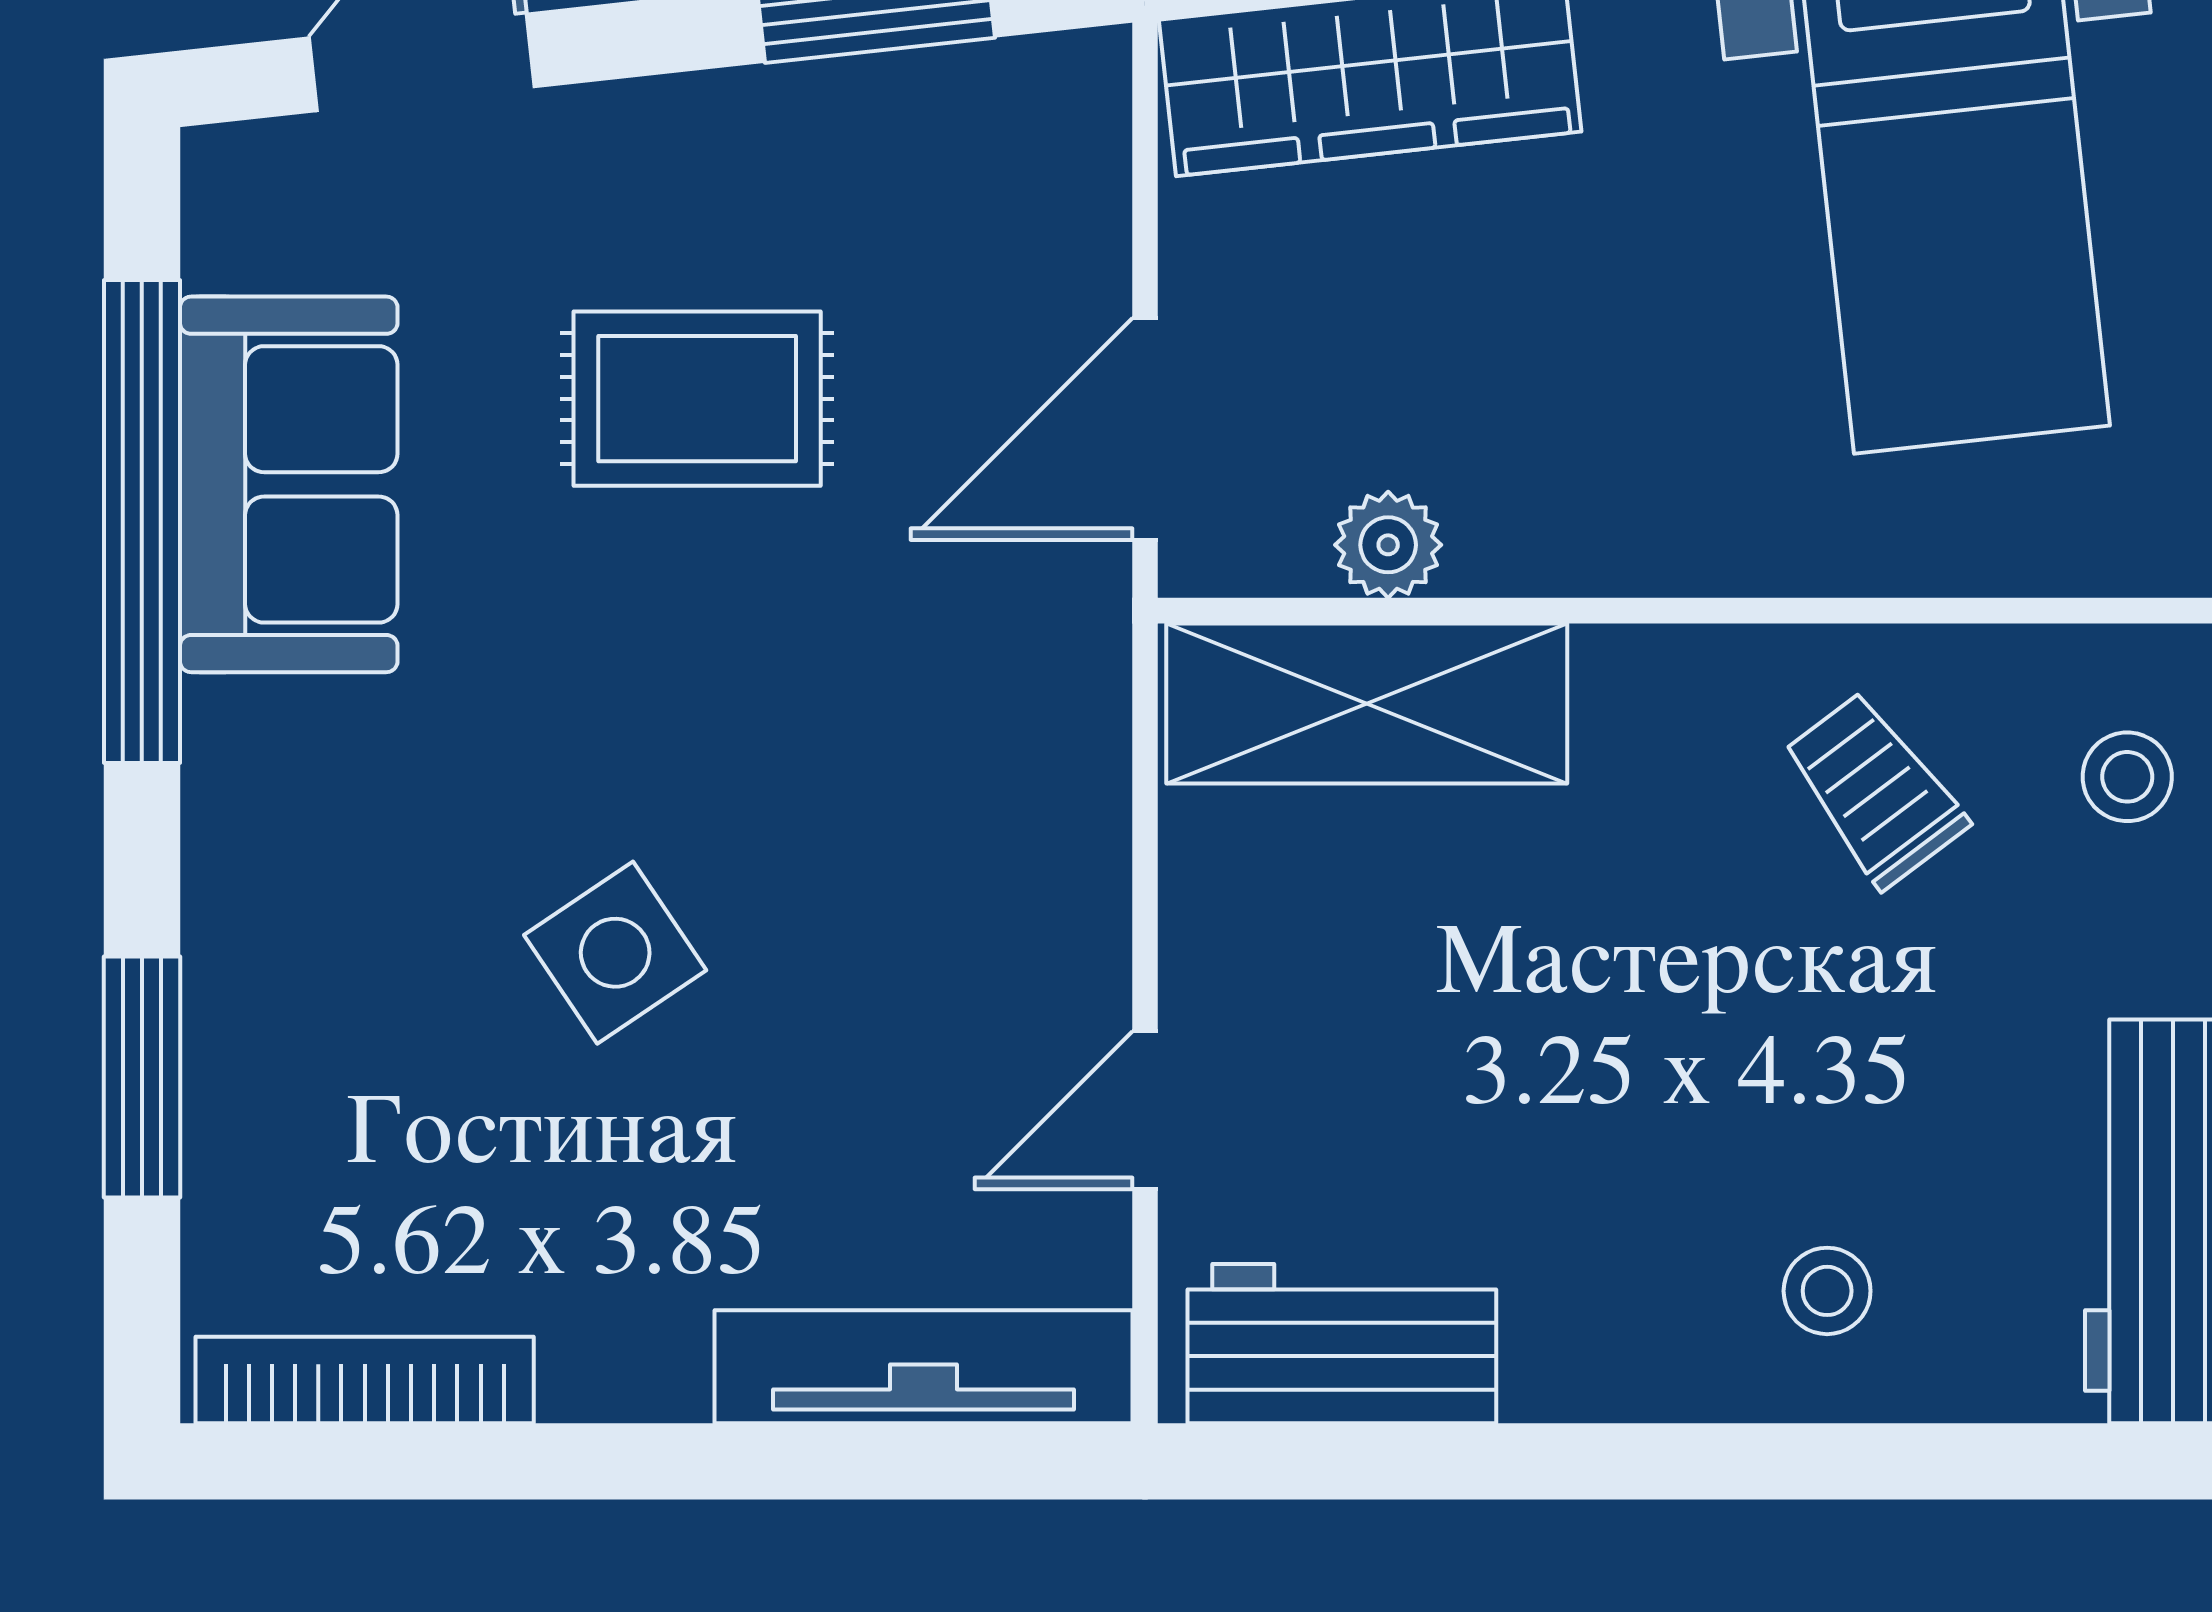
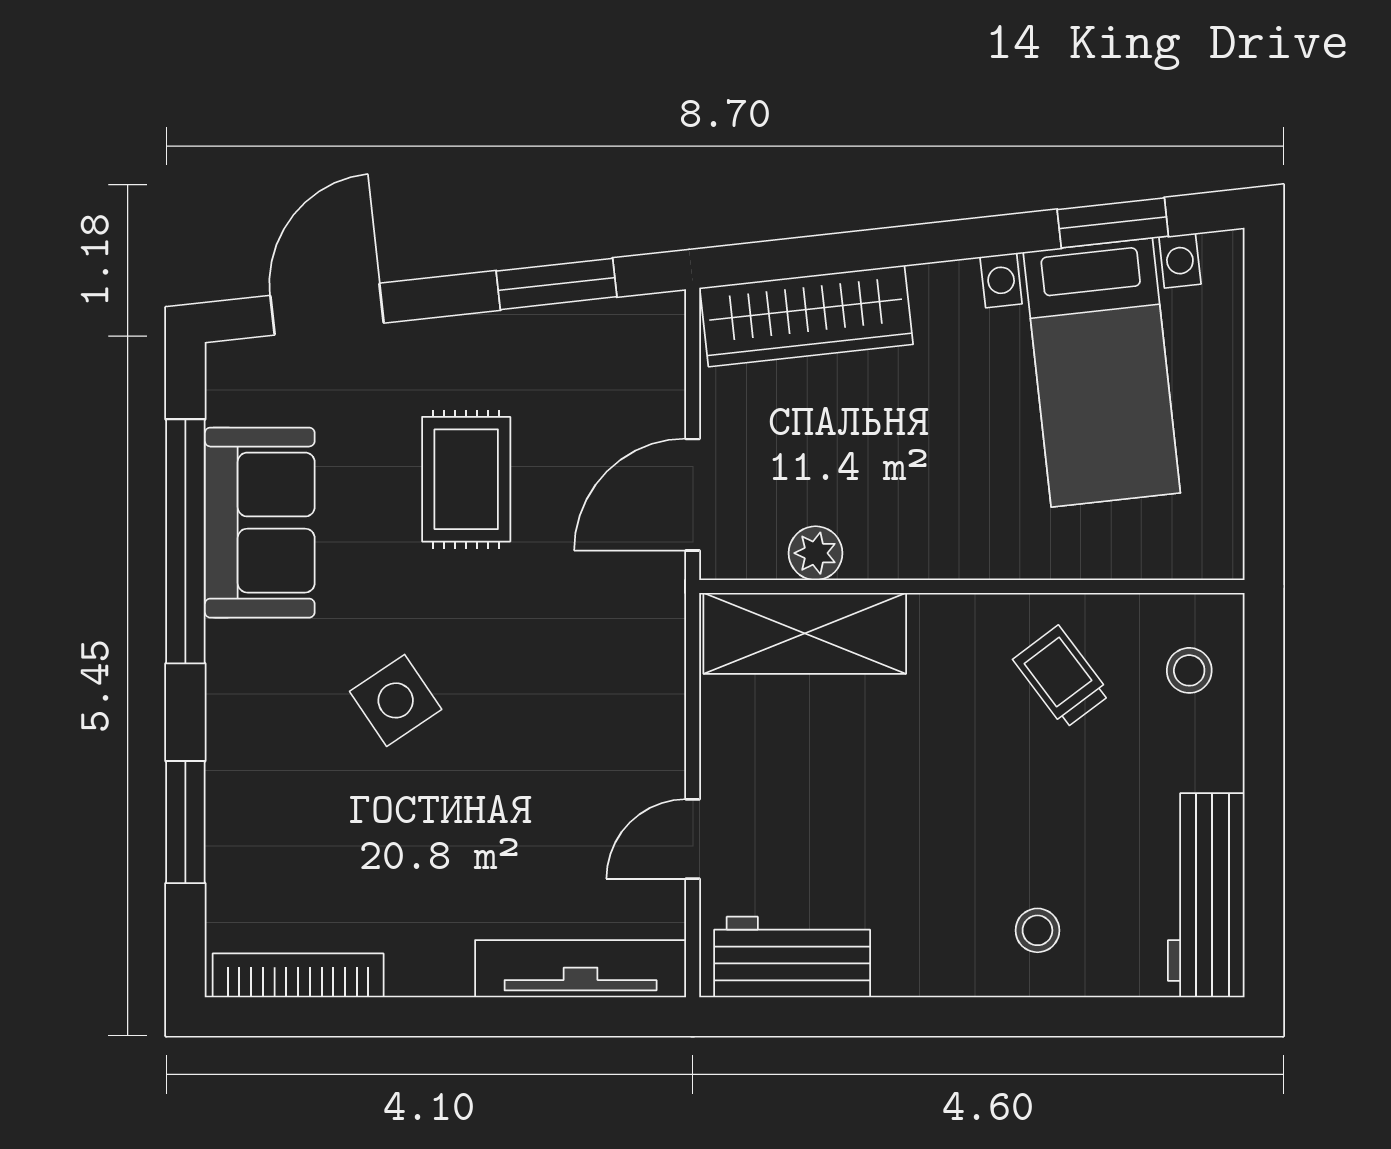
rug: (697, 399) -> (466, 479), turned 90
side table: (615, 953) -> (396, 700), moved

